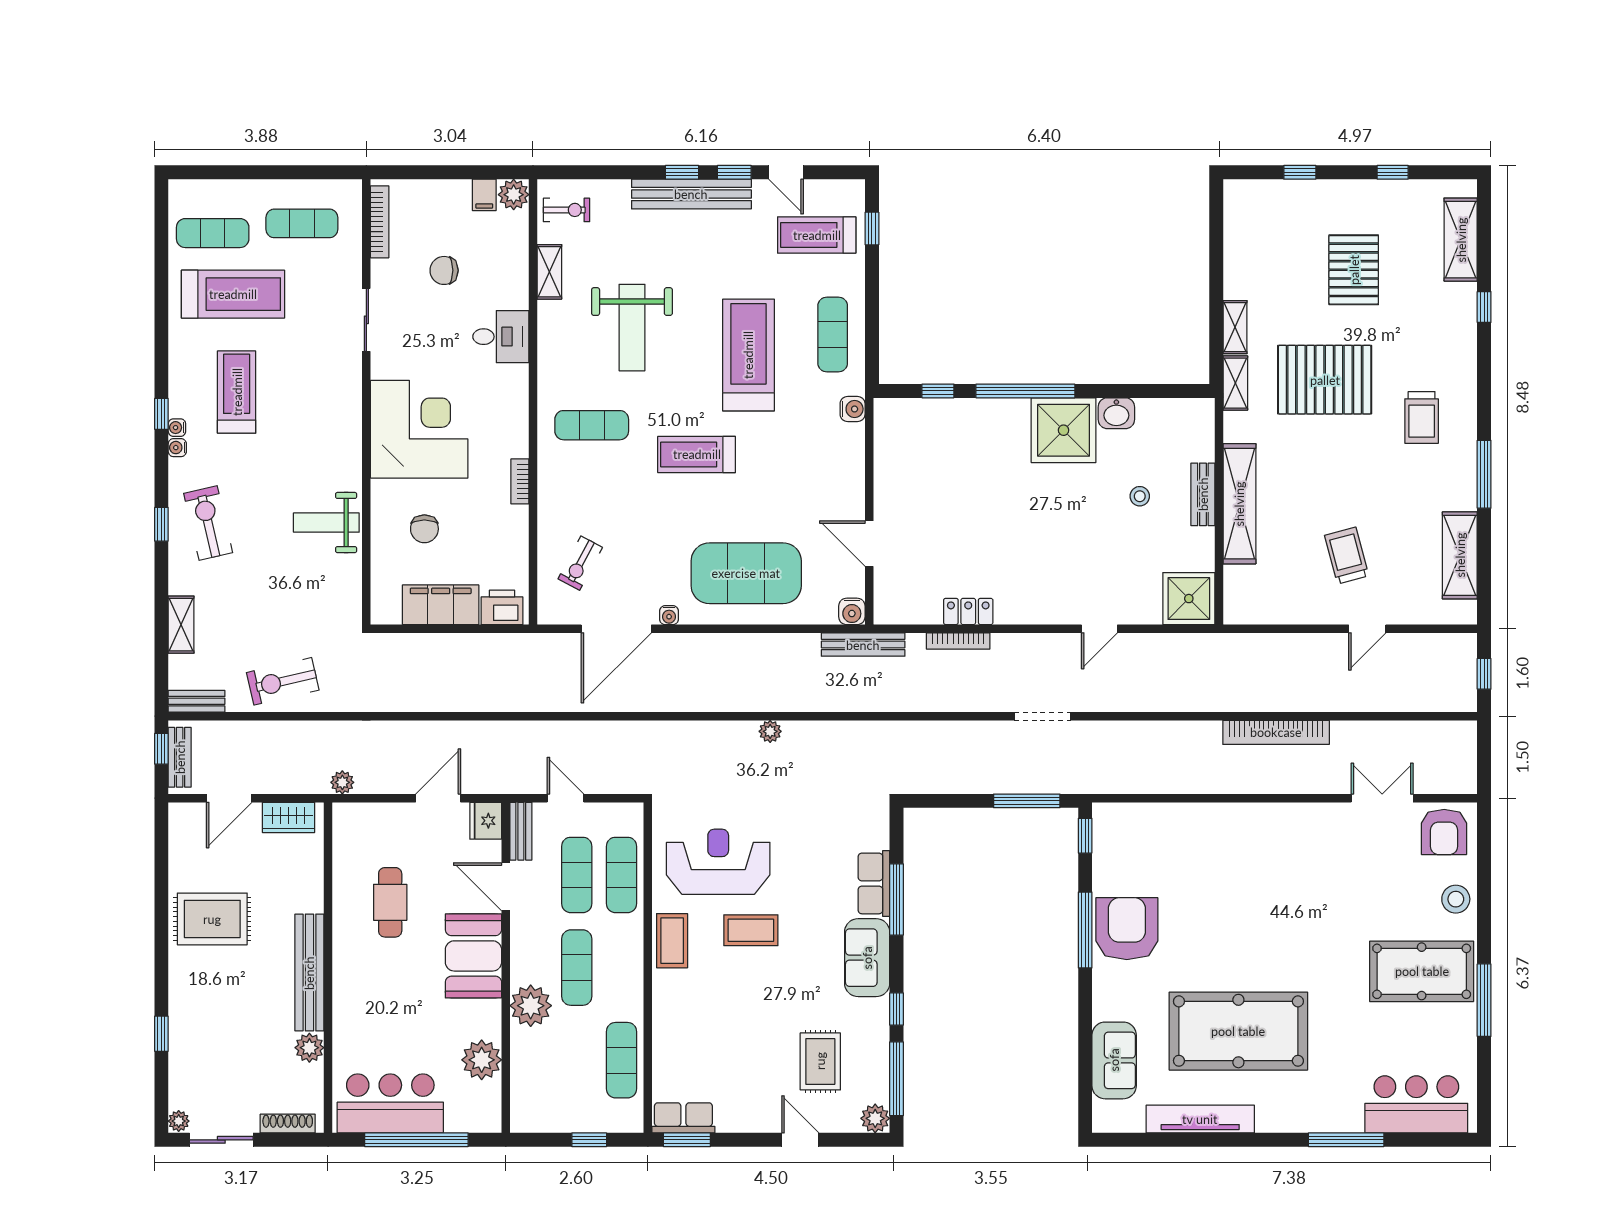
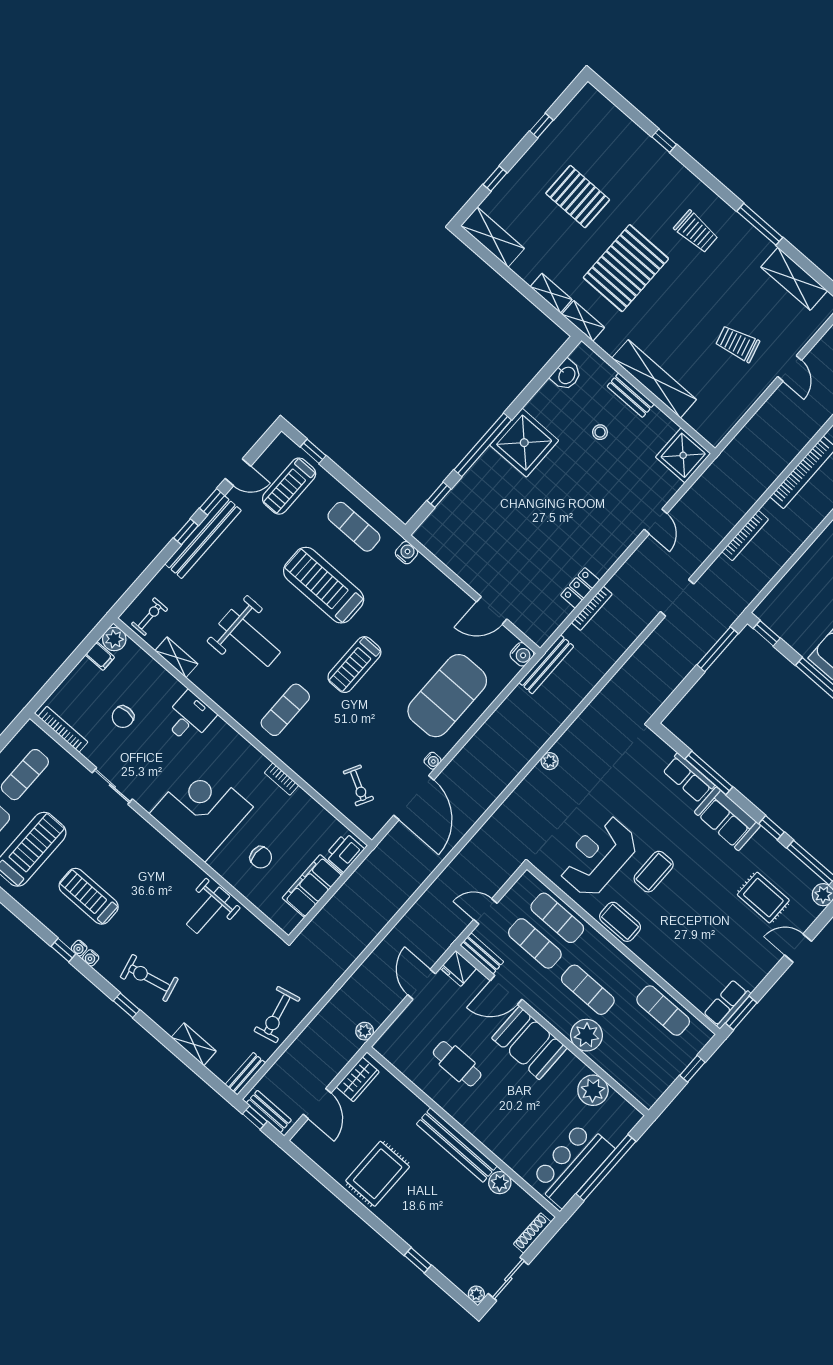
shelving: (1461, 240) -> (493, 237), moved
washbasin: (1116, 413) -> (566, 375), moved
bookcase: (1163, 730) -> (745, 535), added

